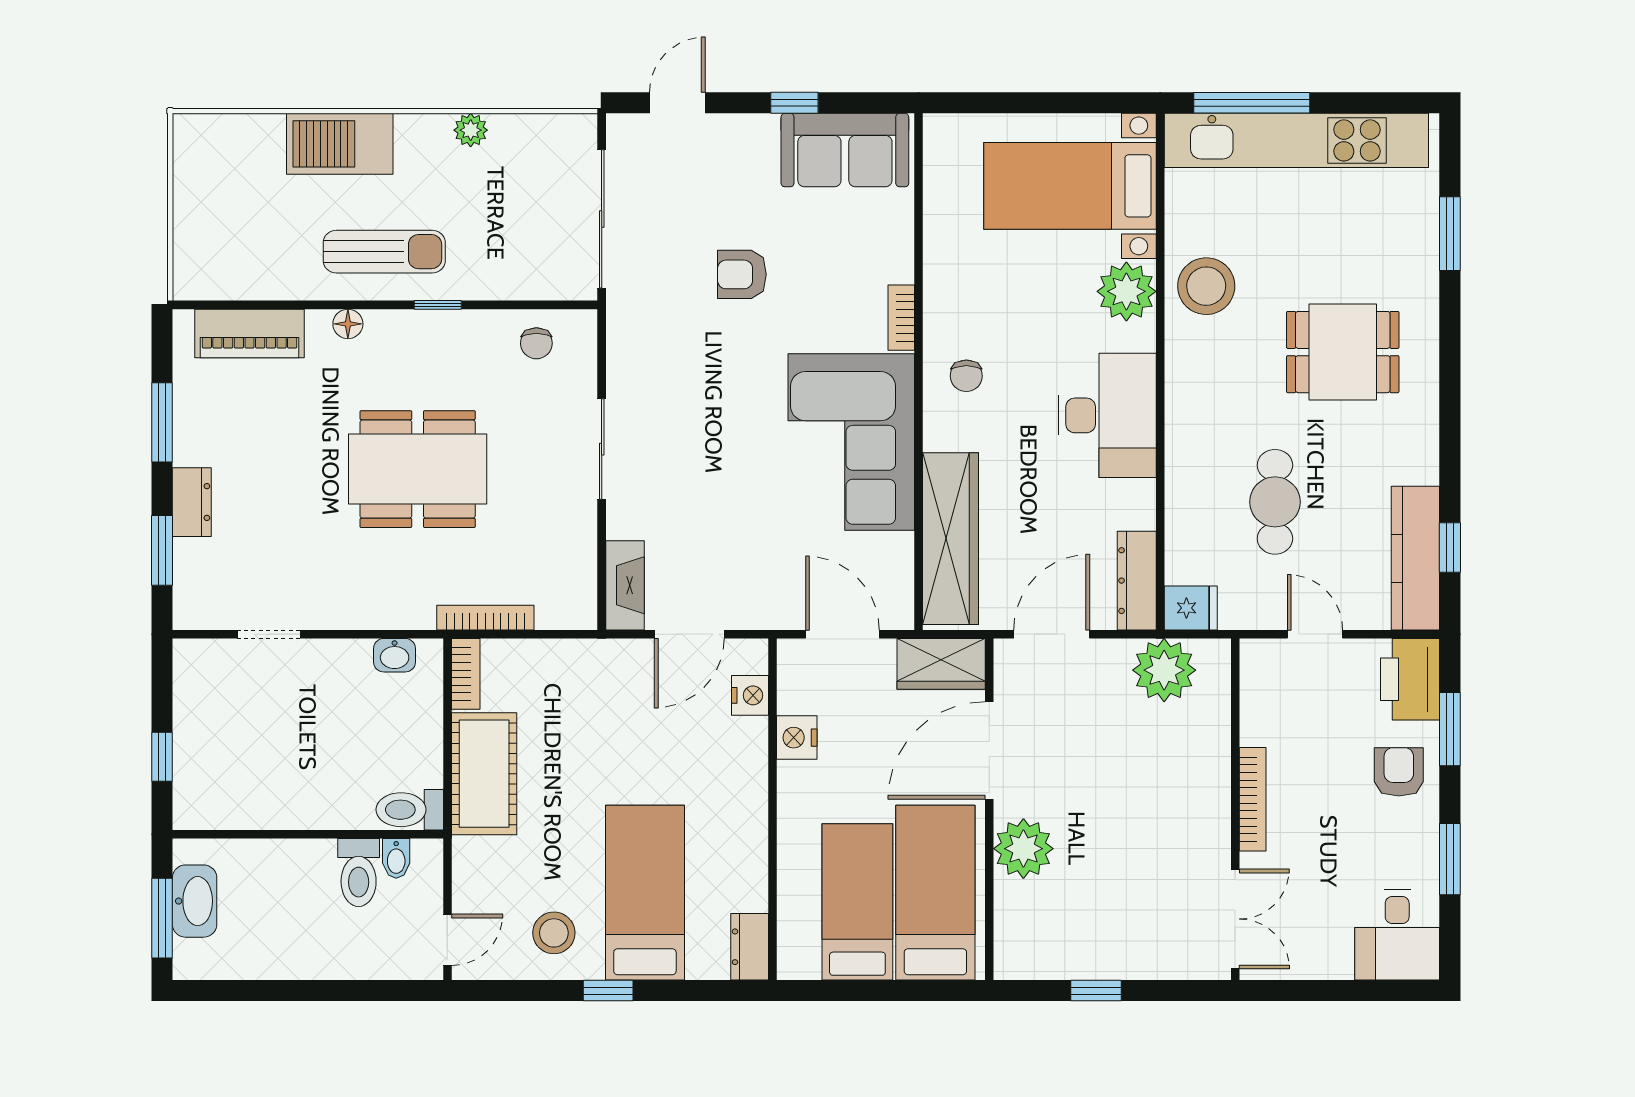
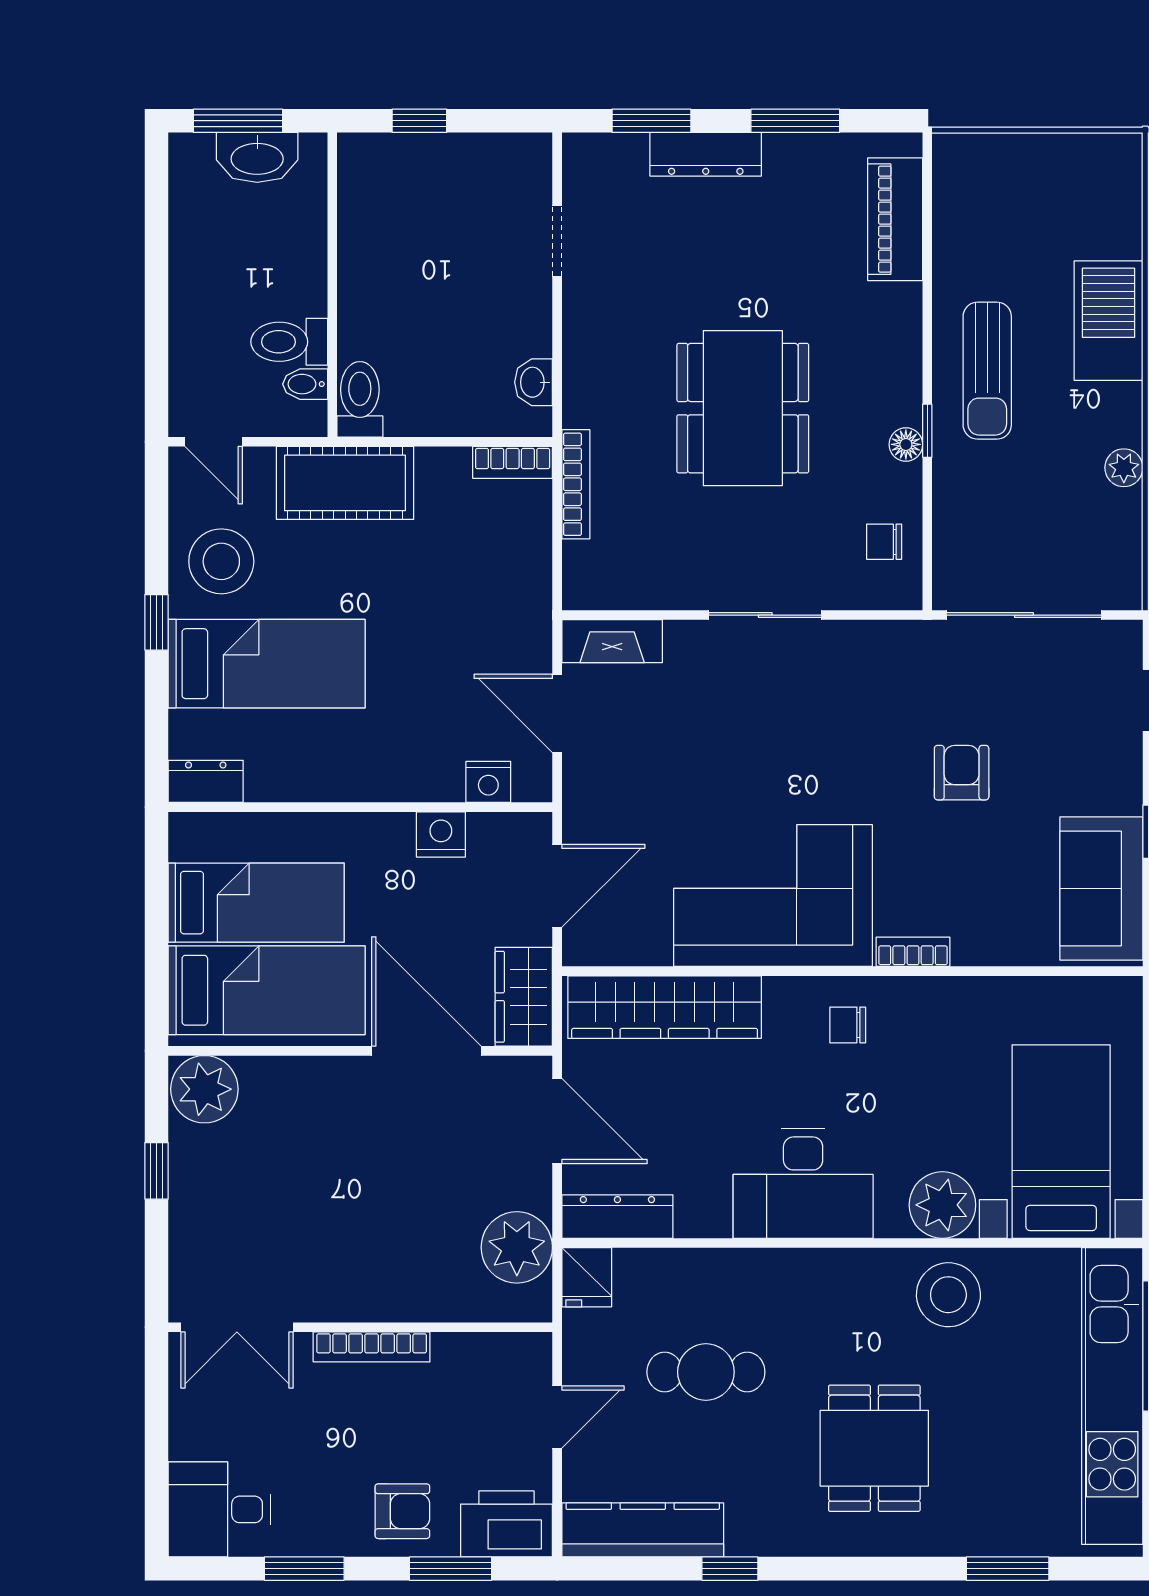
floor lamp: (348, 324) -> (906, 444), moved
dresser: (192, 502) -> (706, 154), width x1.44
window: (1450, 547) -> (730, 1569), moved
cot: (484, 774) -> (345, 483), moved
plant: (1023, 849) -> (204, 1089), moved
stool: (554, 933) -> (221, 561), width x1.38, depth x1.38

